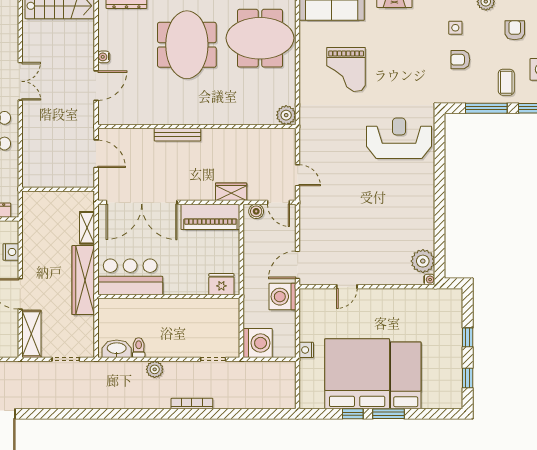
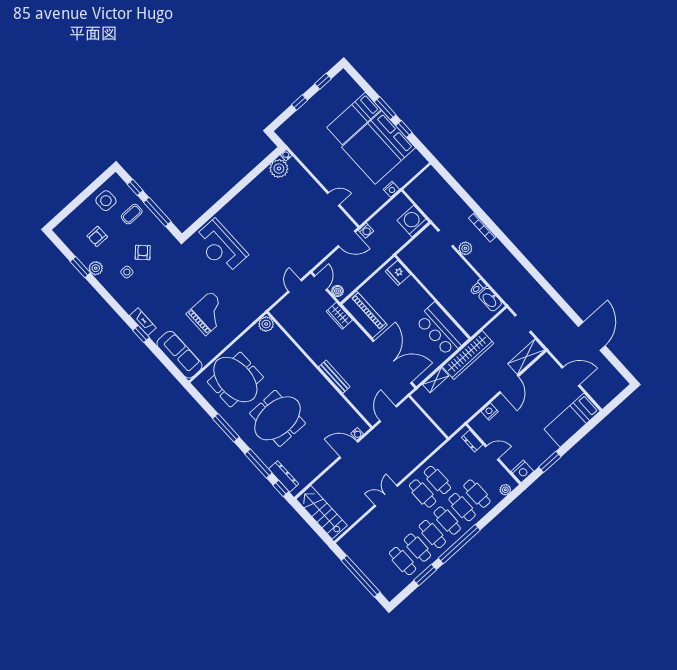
water cooler: (104, 57) -> (357, 434), moved
armchair: (460, 60) -> (143, 252), turned -136
washing machine: (282, 297) -> (366, 231), width x0.53, depth x0.53
plant: (155, 369) -> (465, 248), moved

